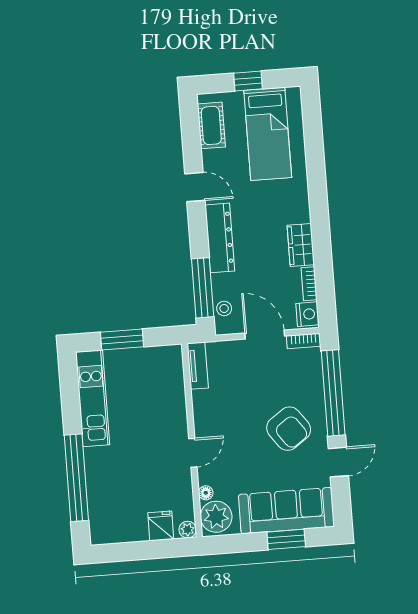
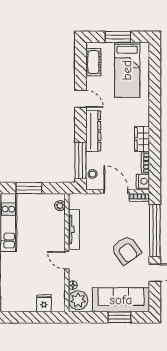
window: (248, 81) -> (118, 37), width x1.50
tv unit: (198, 366) -> (74, 229), moved, width x1.41
door: (193, 453) -> (67, 260), swing flipped
plant: (188, 530) -> (60, 206), moved

